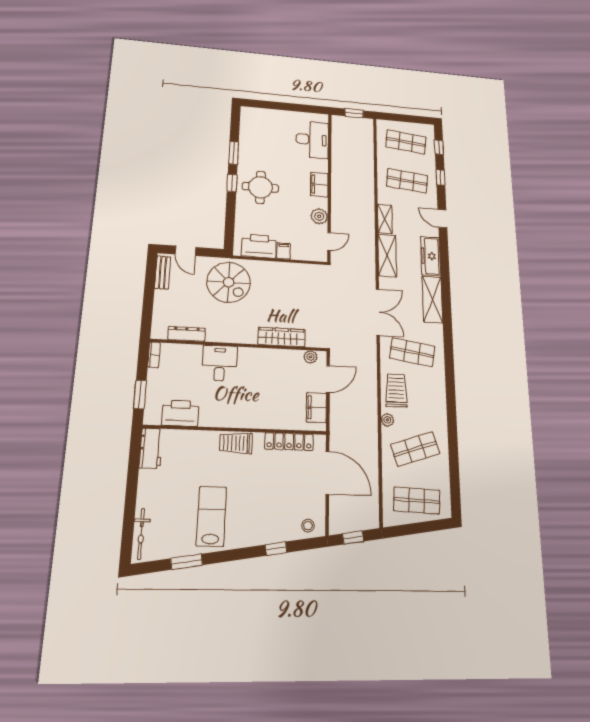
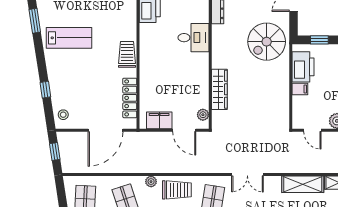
window: (230, 227) -> (319, 40), added
double door: (378, 312) -> (247, 175), width x0.73

